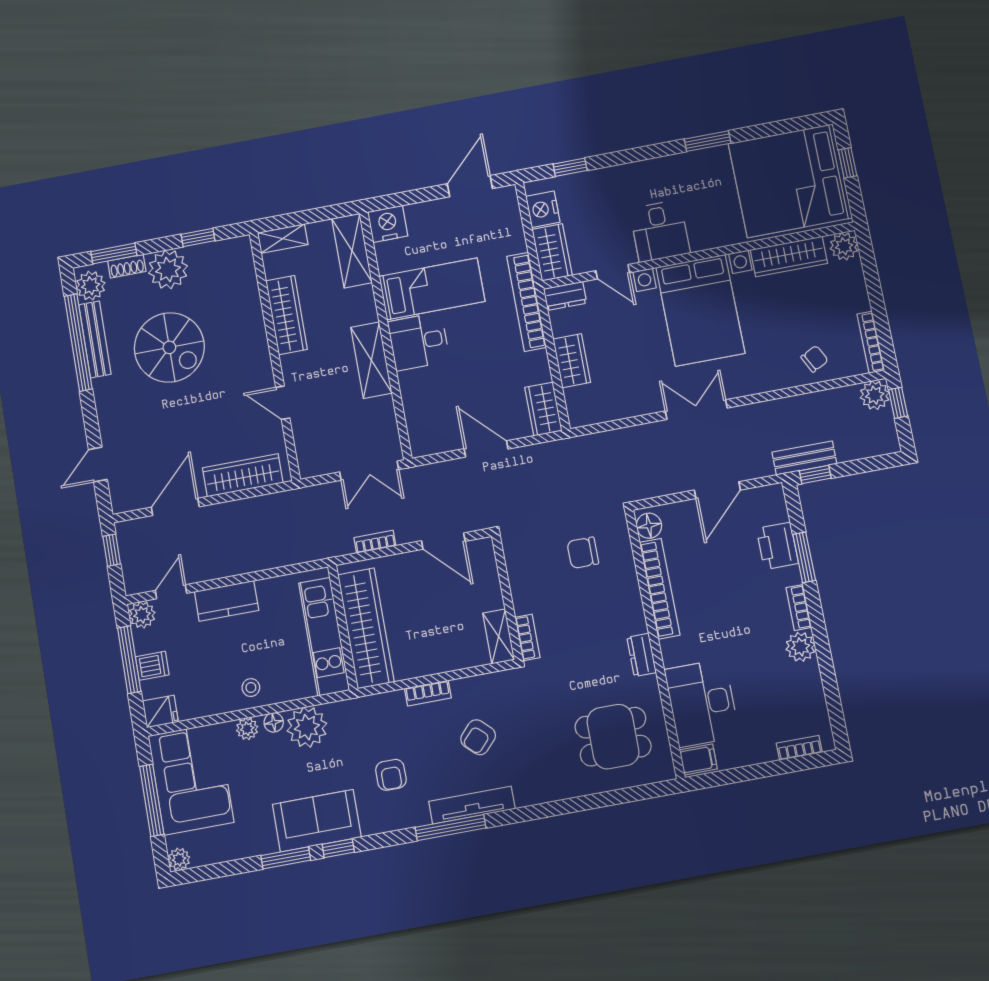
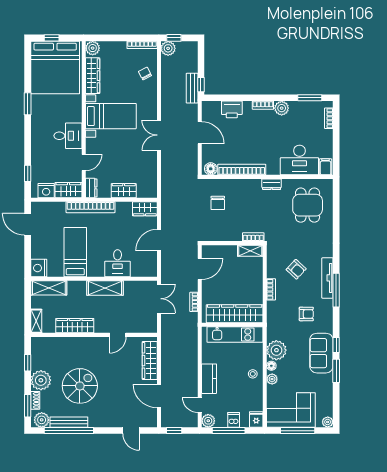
bed with nightstands: (700, 310) -> (111, 116), width x0.73
desk: (419, 341) -> (118, 263), moved
window: (804, 557) -> (310, 98), moved

